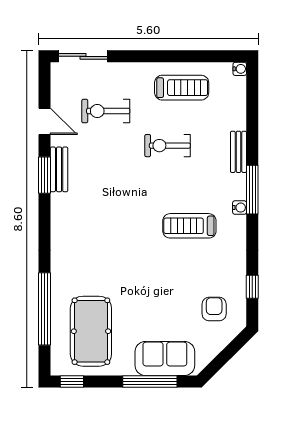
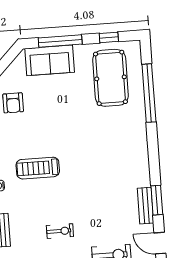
exercise bike: (168, 146) -> (60, 231), width x0.73, depth x0.72
treadmill: (189, 226) -> (38, 168), turned 180
window: (72, 382) -> (109, 37), moved

